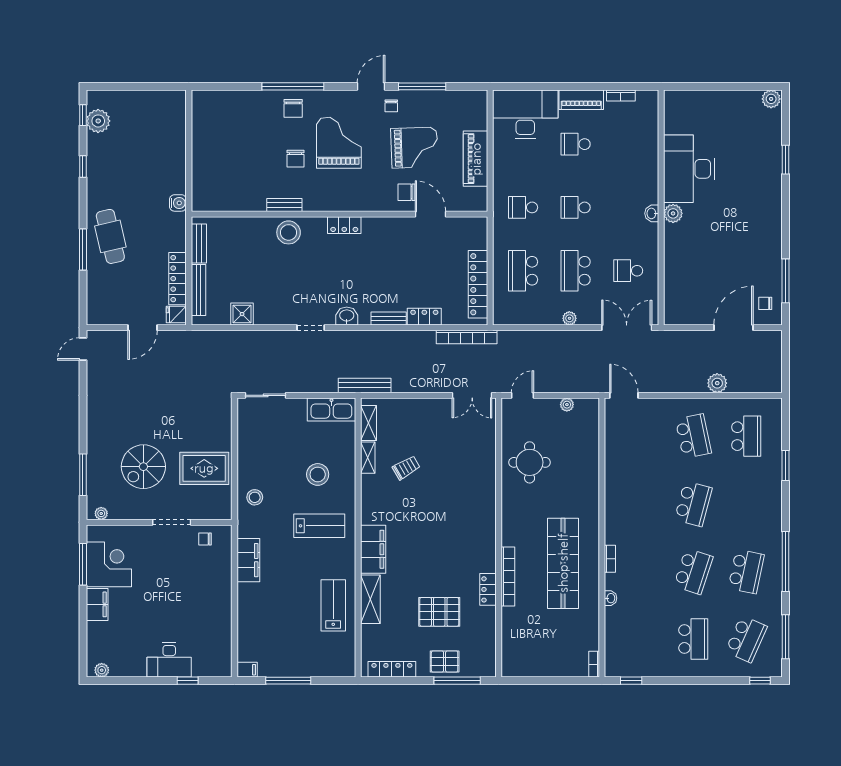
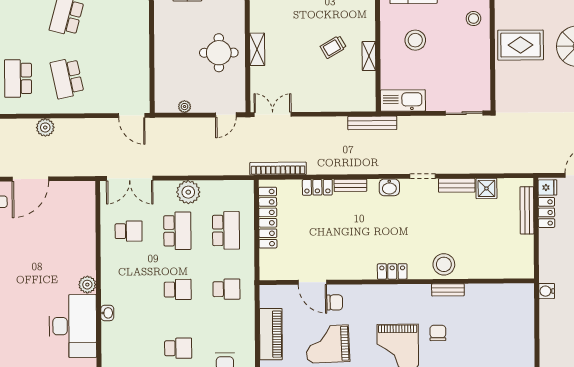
washbasin: (652, 213) -> (107, 313), moved
bench: (199, 244) -> (457, 185), moved, turned 90
locker: (178, 279) -> (546, 212), width x0.66
plant: (569, 318) -> (188, 192), width x1.88, depth x1.88
shelving: (369, 423) -> (257, 49), moved

